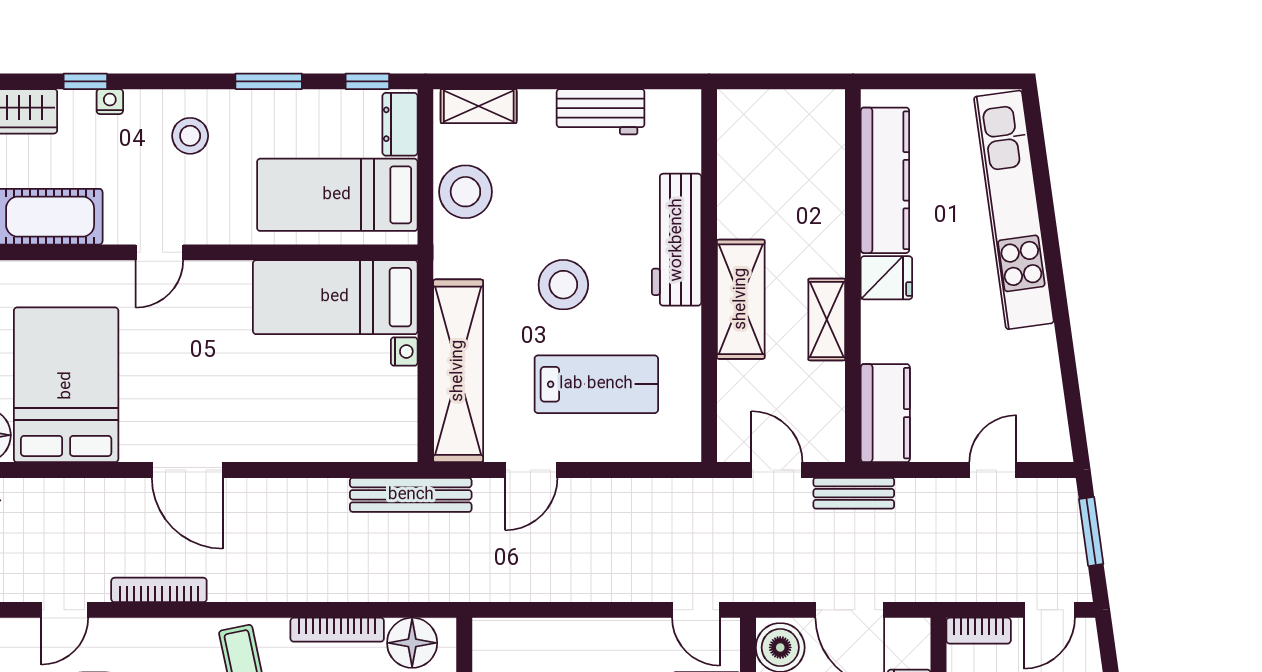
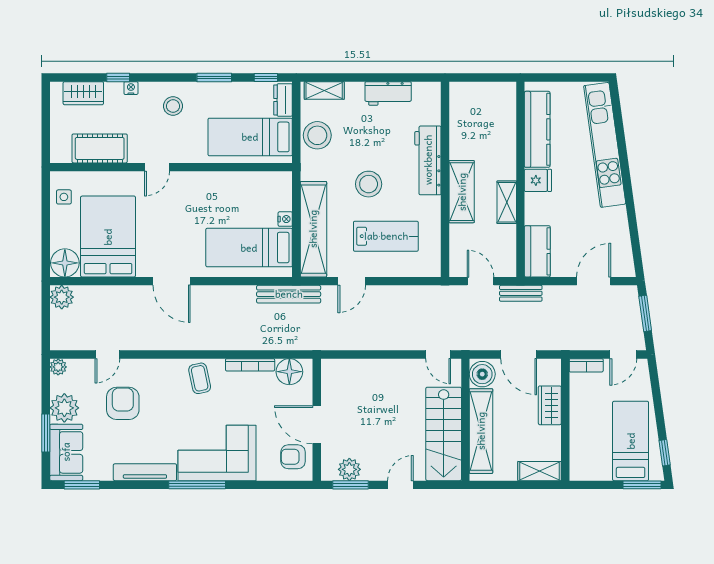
bed: (335, 297) -> (249, 248), moved
door: (993, 470) -> (594, 281), width x1.38
bookcase: (159, 590) -> (157, 344), removed

